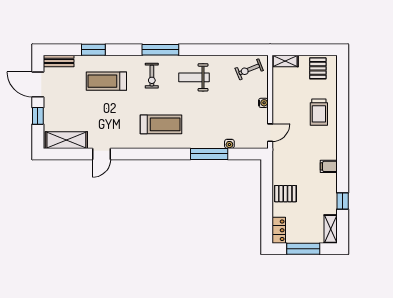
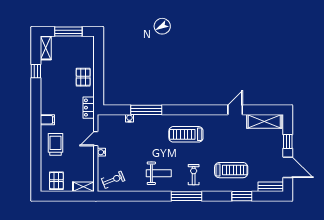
door: (270, 133) -> (96, 139), moved
filing cabinet: (329, 166) -> (47, 120), moved
pallet: (285, 194) -> (83, 77), turned 90
locker: (279, 230) -> (89, 108), moved

